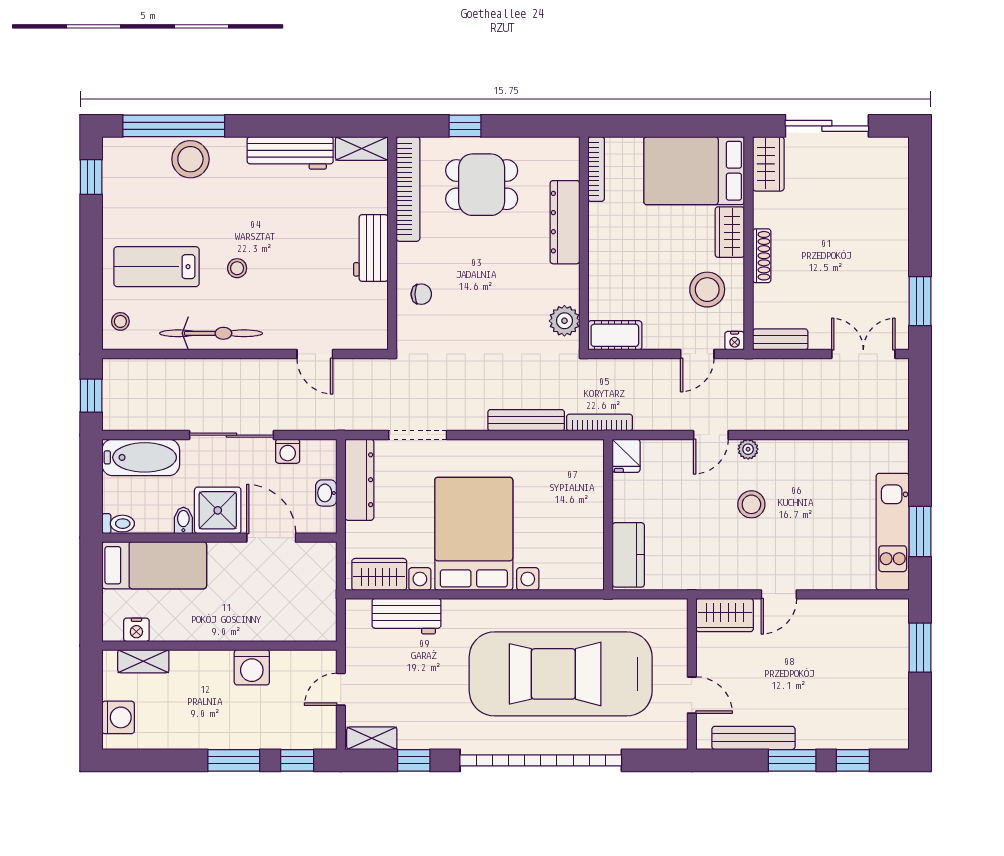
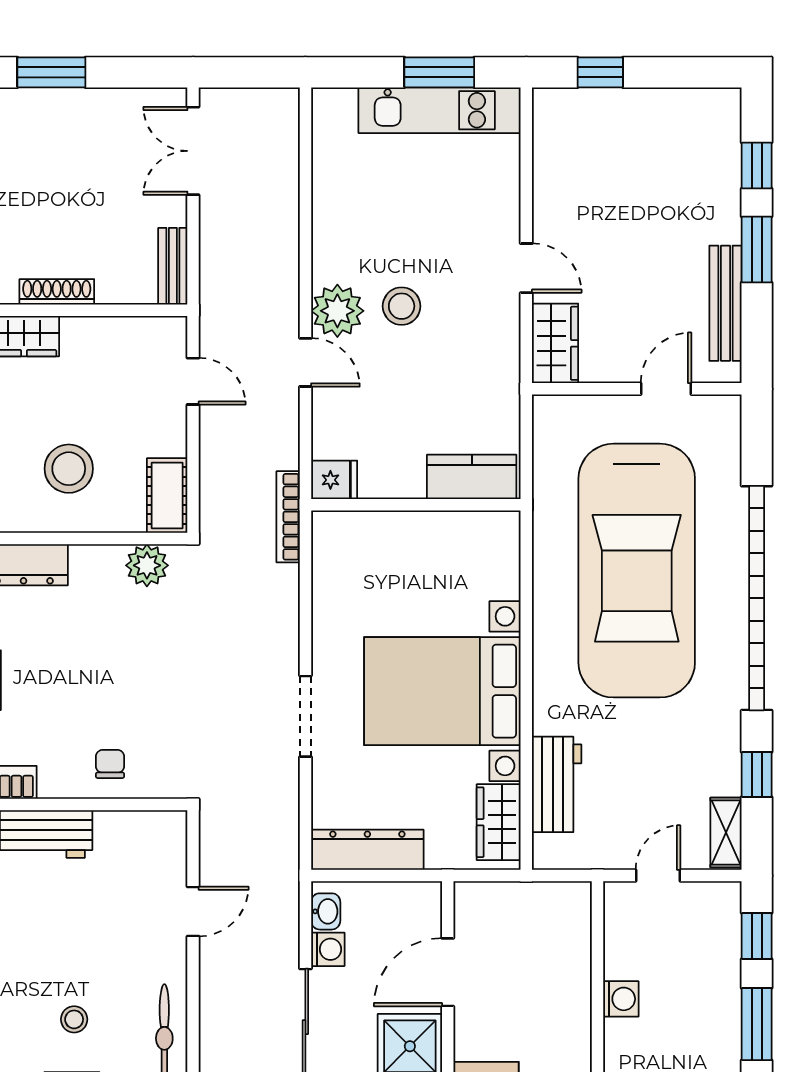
stool: (707, 290) -> (69, 469), moved
window: (920, 301) -> (51, 72), moved
nightstand: (735, 341) -> (175, 329), removed
bench: (526, 420) -> (285, 619), removed
doorway: (418, 435) -> (305, 716), moved
plant: (748, 449) -> (337, 311), width x1.87, depth x1.87
washbasin: (326, 493) -> (326, 911), moved, turned -90
window: (920, 648) -> (600, 72), width x0.67
washing machine: (252, 667) -> (621, 999), width x0.73, depth x0.73
door: (341, 689) -> (658, 876), swing flipped

